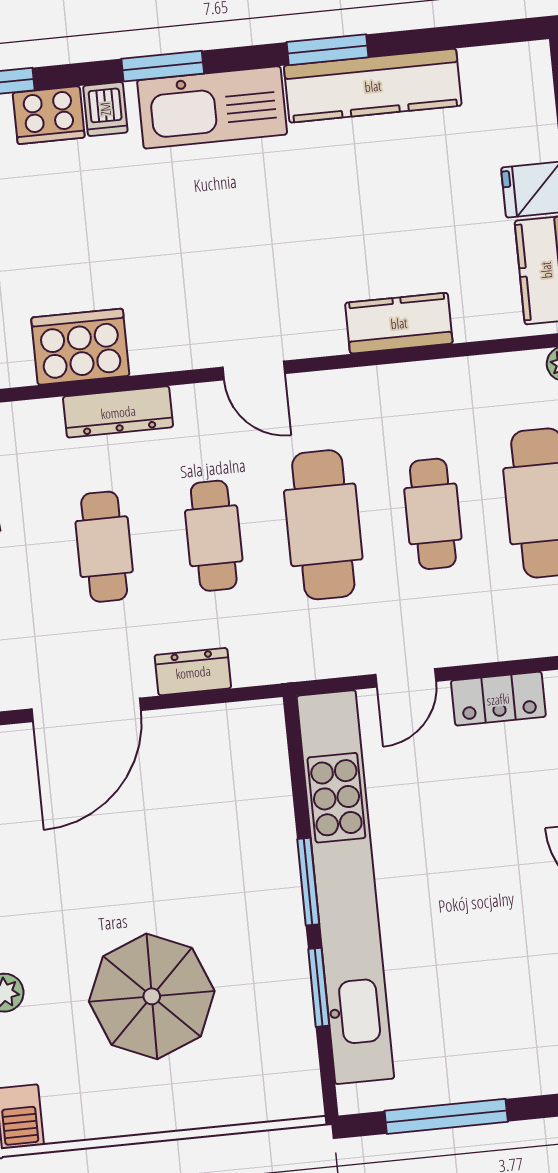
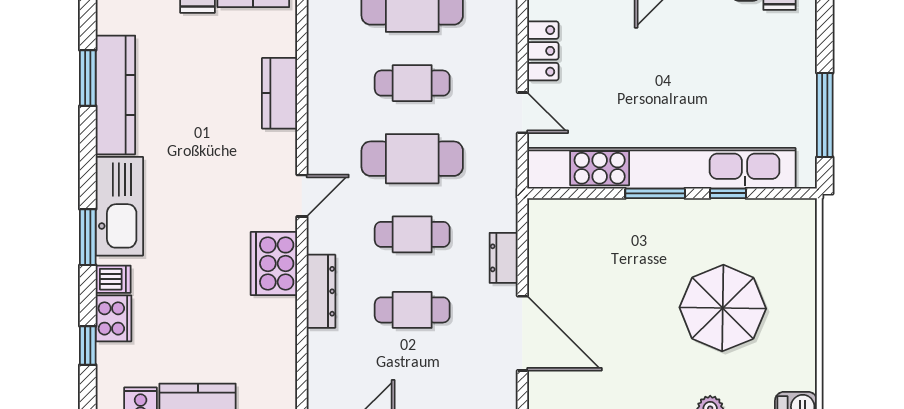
window: (328, 50) -> (88, 78), moved
cooker: (80, 347) -> (274, 263), moved
window: (319, 987) -> (728, 193), width x0.67

